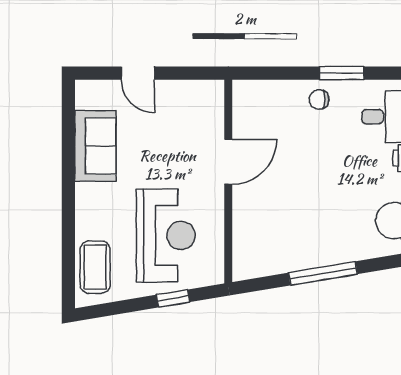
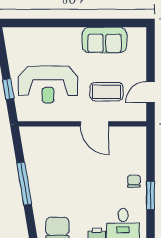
door: (138, 73) -> (151, 92), moved
coffee table: (95, 267) -> (106, 92), moved

